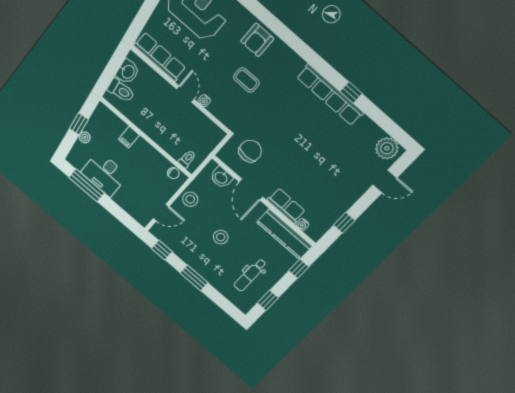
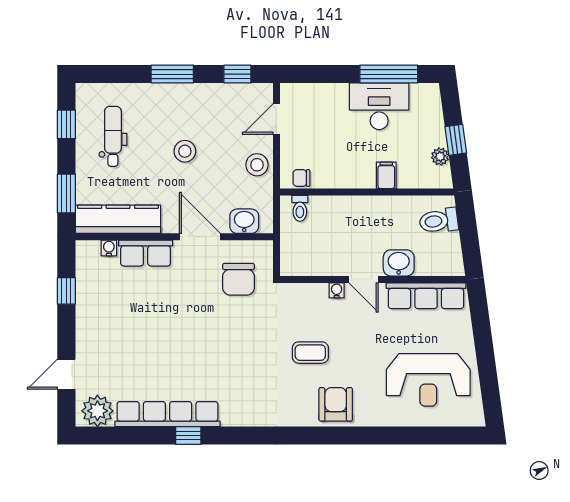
washbasin: (128, 72) -> (399, 263), moved, turned 98
row of seats: (330, 95) -> (168, 414), moved
plant: (85, 137) -> (440, 157), moved
window: (299, 269) -> (66, 194), width x1.50

